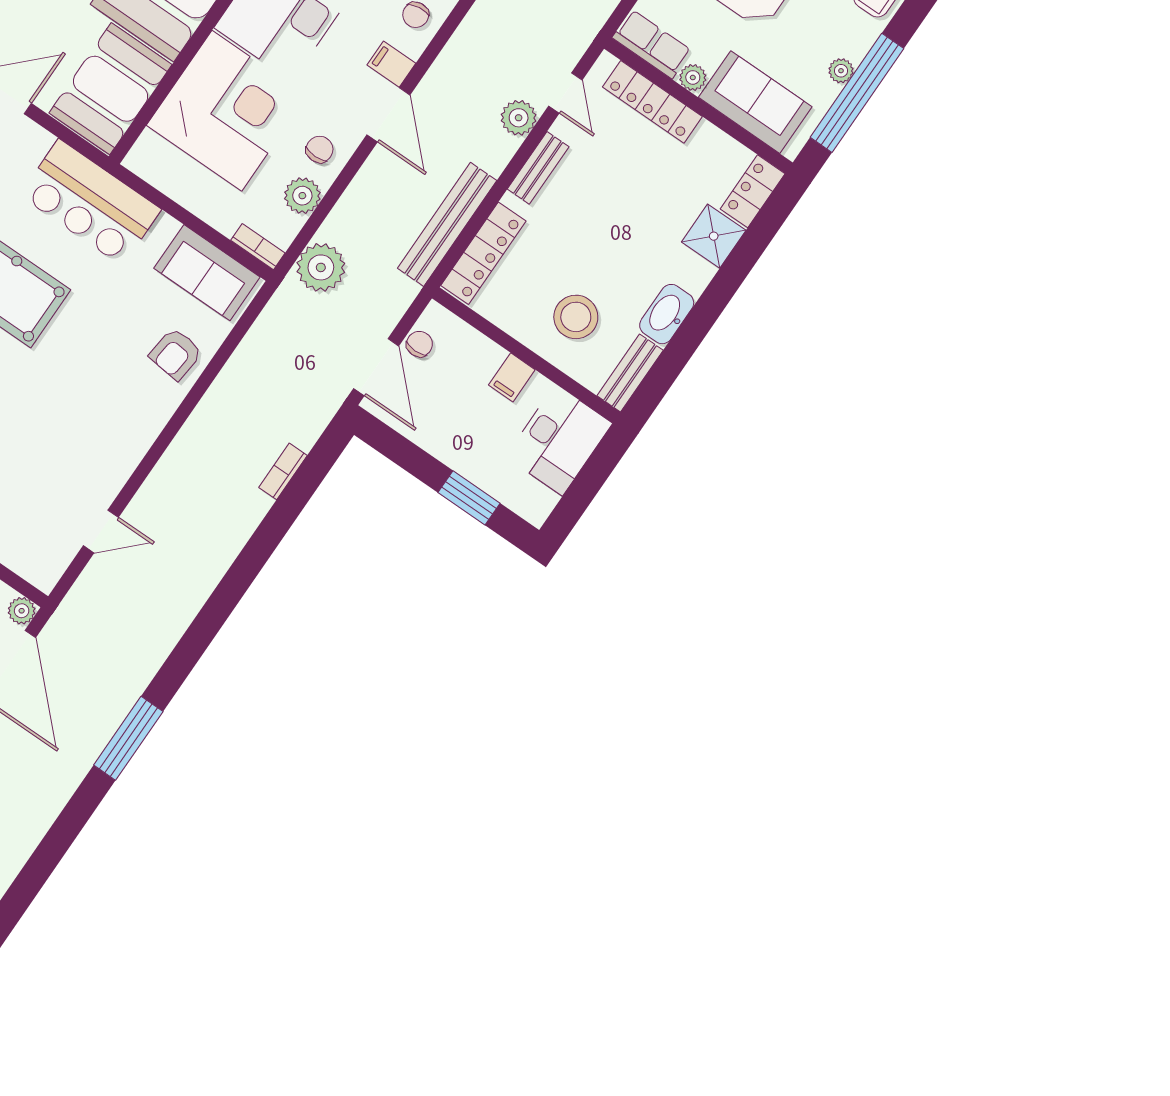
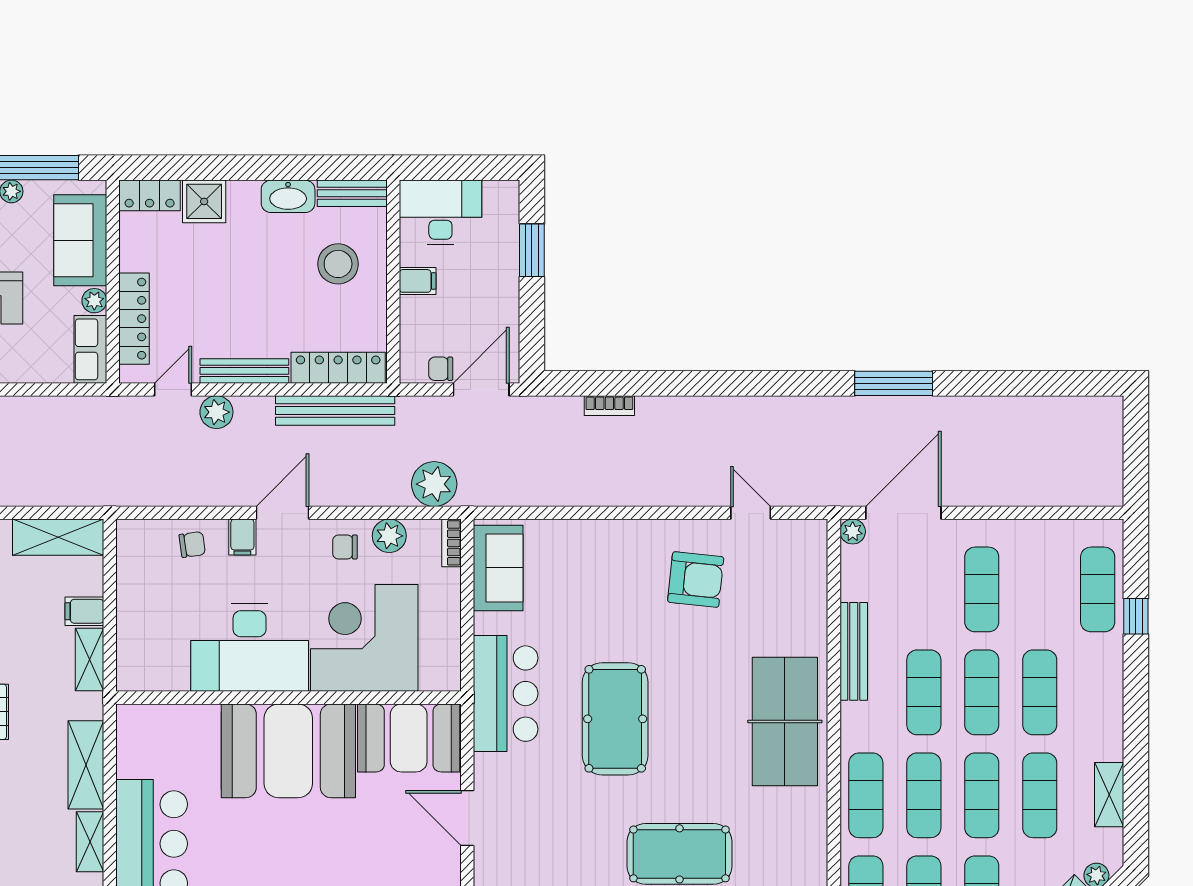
bench: (538, 168) -> (244, 371), width x1.36
armchair: (176, 354) -> (696, 579), moved, width x1.38, depth x1.38

